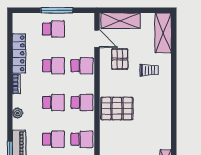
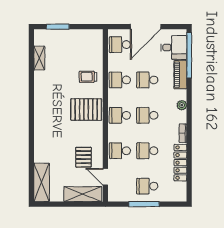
trolley: (149, 70) -> (88, 77), moved

